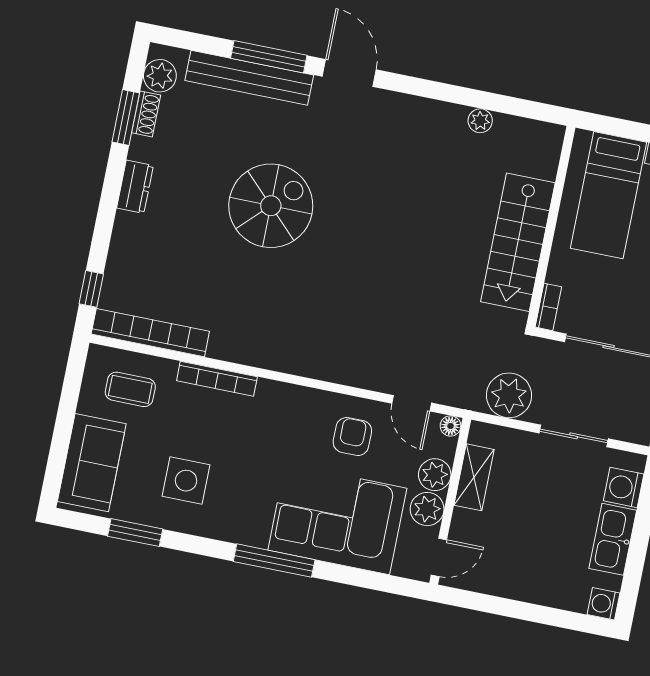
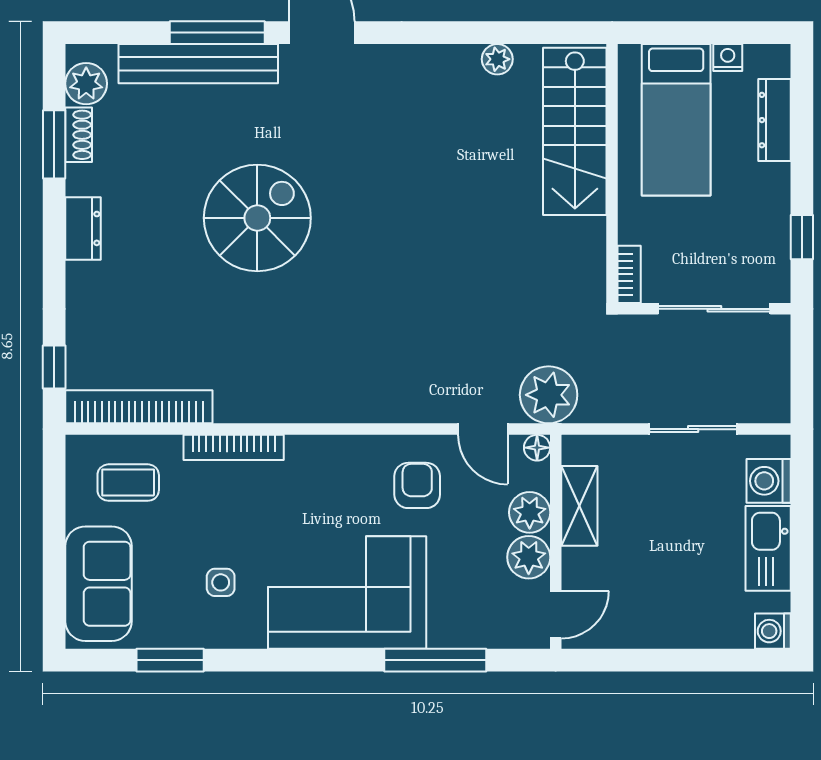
stairs: (518, 242) -> (575, 131), moved
plant: (509, 395) -> (549, 395), moved
side table: (186, 481) -> (221, 582), width x0.54, depth x0.54
corner sofa: (337, 519) -> (347, 592), moved
window: (274, 561) -> (435, 660), moved

